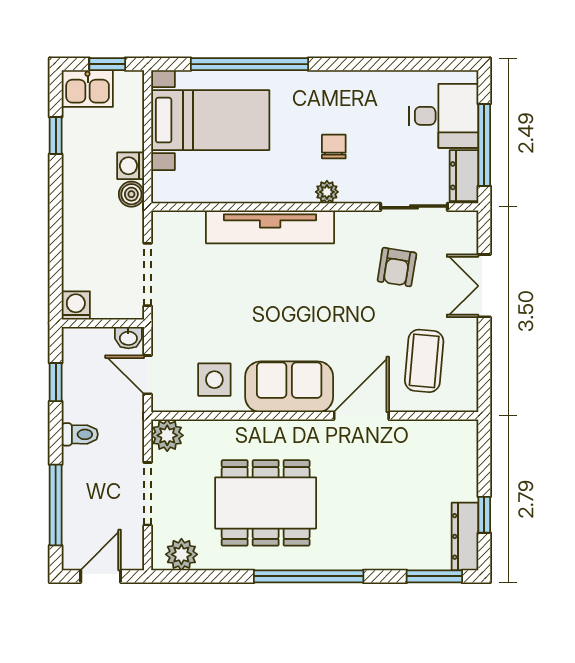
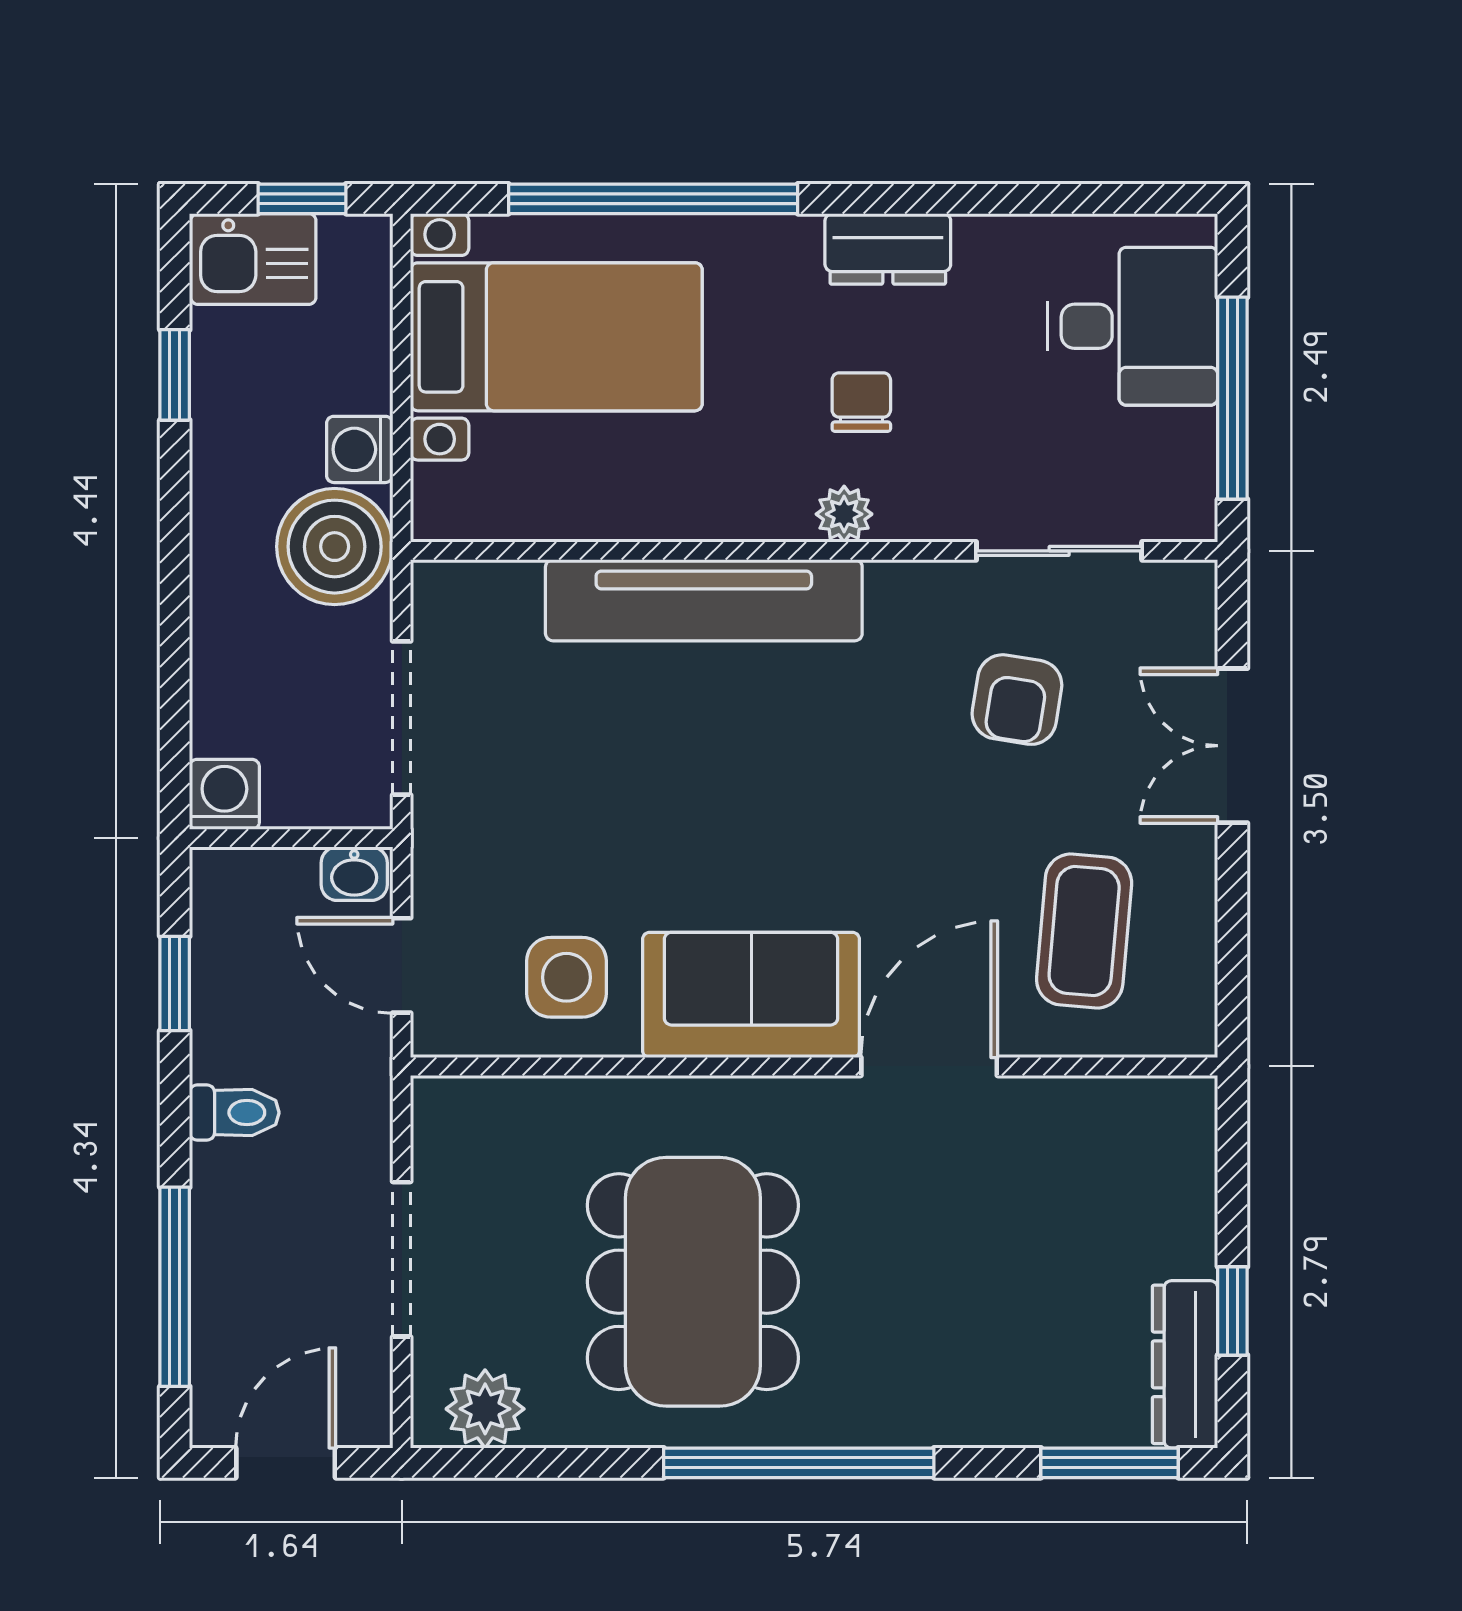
dresser: (464, 176) -> (888, 249), moved, turned -90
boiler: (131, 194) -> (335, 547), width x1.86, depth x1.86
plant: (167, 435) -> (450, 1115), removed
dining table: (266, 503) -> (693, 1282), turned 90

